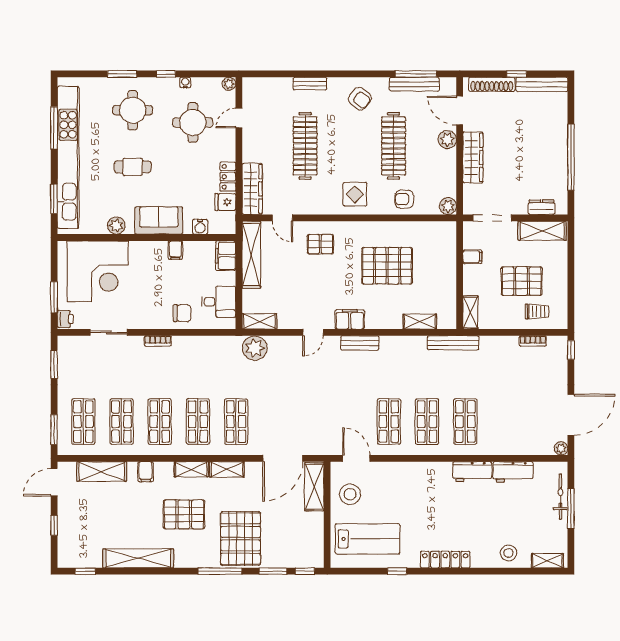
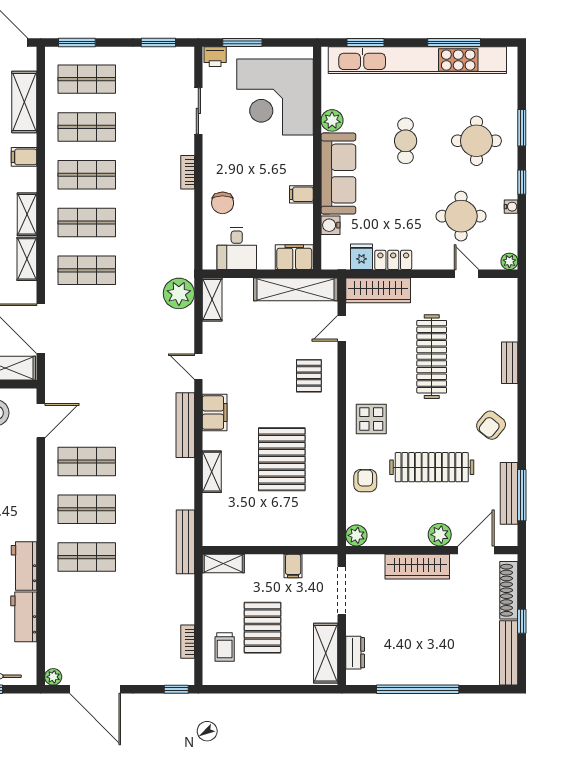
clothes rail: (305, 146) -> (432, 357), turned 90
sofa: (159, 220) -> (338, 174), width x1.36
shelving: (420, 322) -> (212, 472), moved
bench: (360, 343) -> (185, 425), width x1.36

